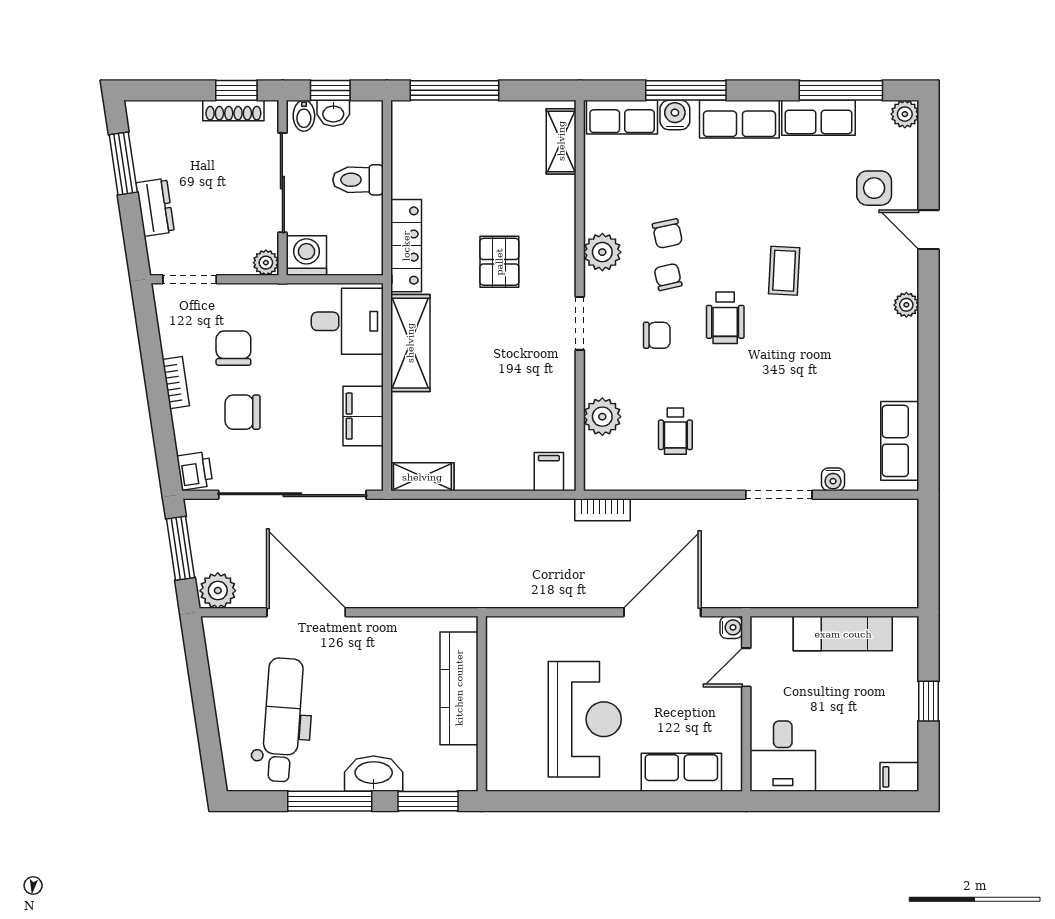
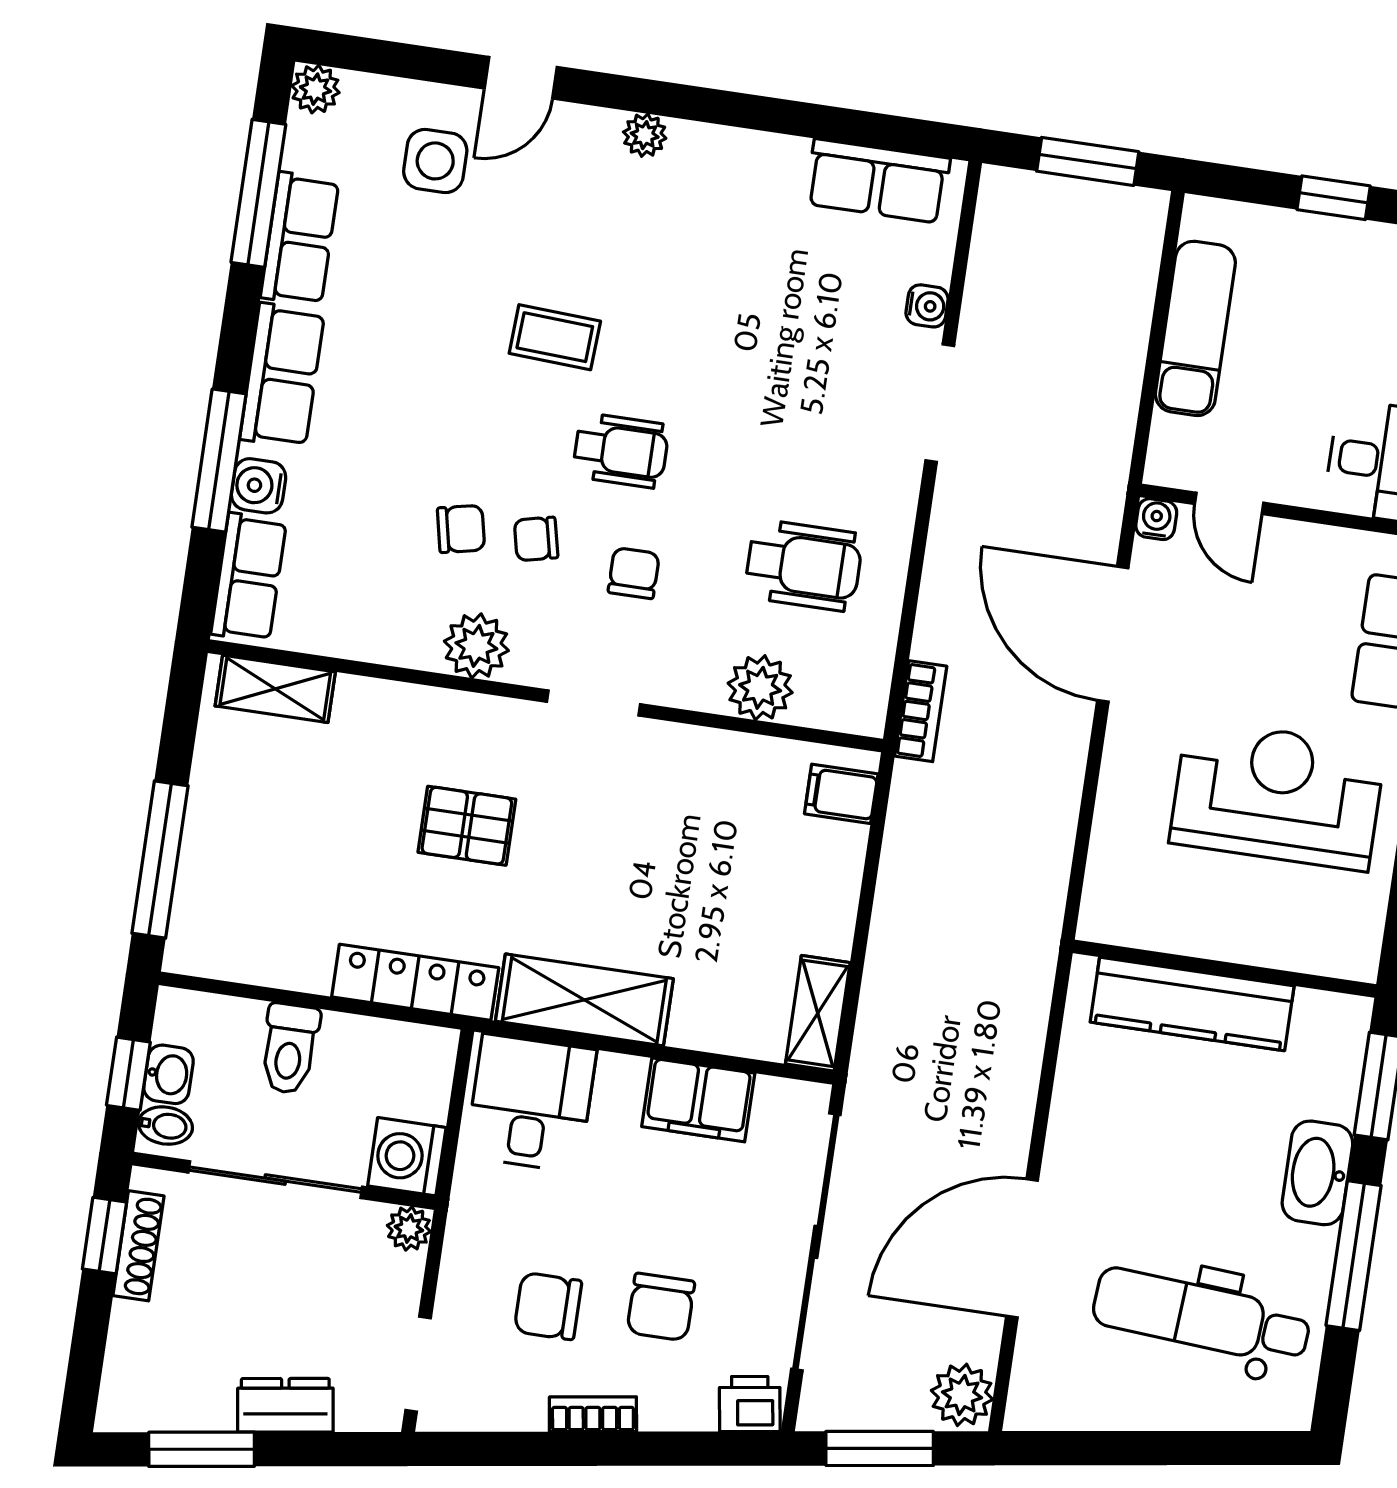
wheelchair: (675, 431) -> (804, 565), width x1.36, depth x1.37
window: (928, 558) -> (1088, 161), added

